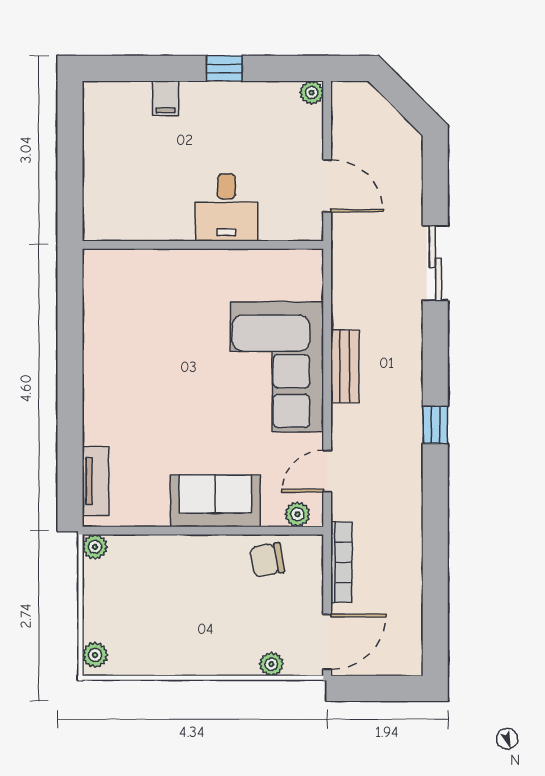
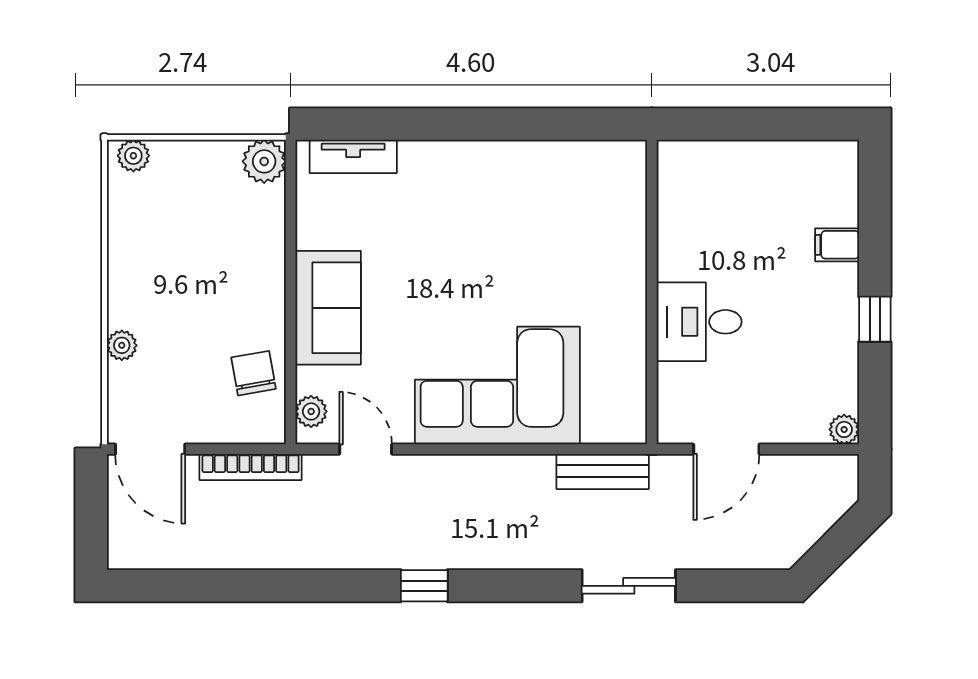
bench: (345, 366) -> (603, 471), moved
plant: (95, 547) -> (264, 161), width x1.38, depth x1.38
plant: (271, 664) -> (122, 345), moved

